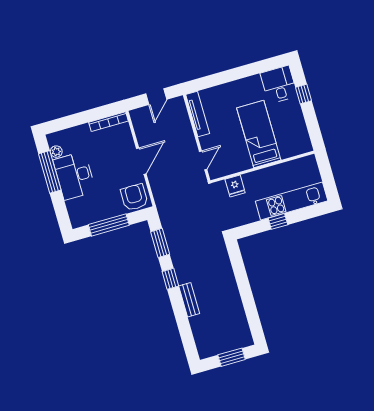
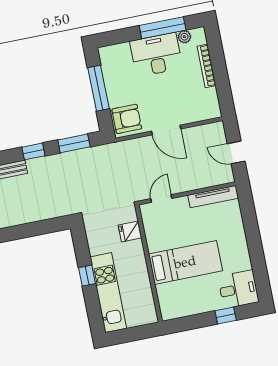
bookcase: (108, 122) -> (207, 66), moved
door: (203, 160) -> (161, 198), swing flipped

